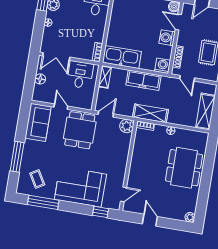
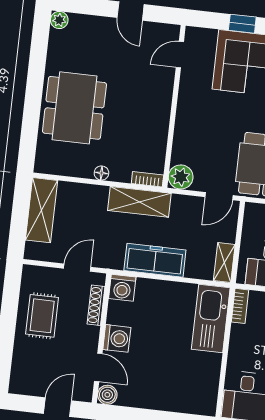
kitchen sink: (122, 57) -> (211, 319), moved, turned 90
door: (187, 78) -> (77, 268), hinge flipped
window: (101, 212) -> (242, 24), moved

